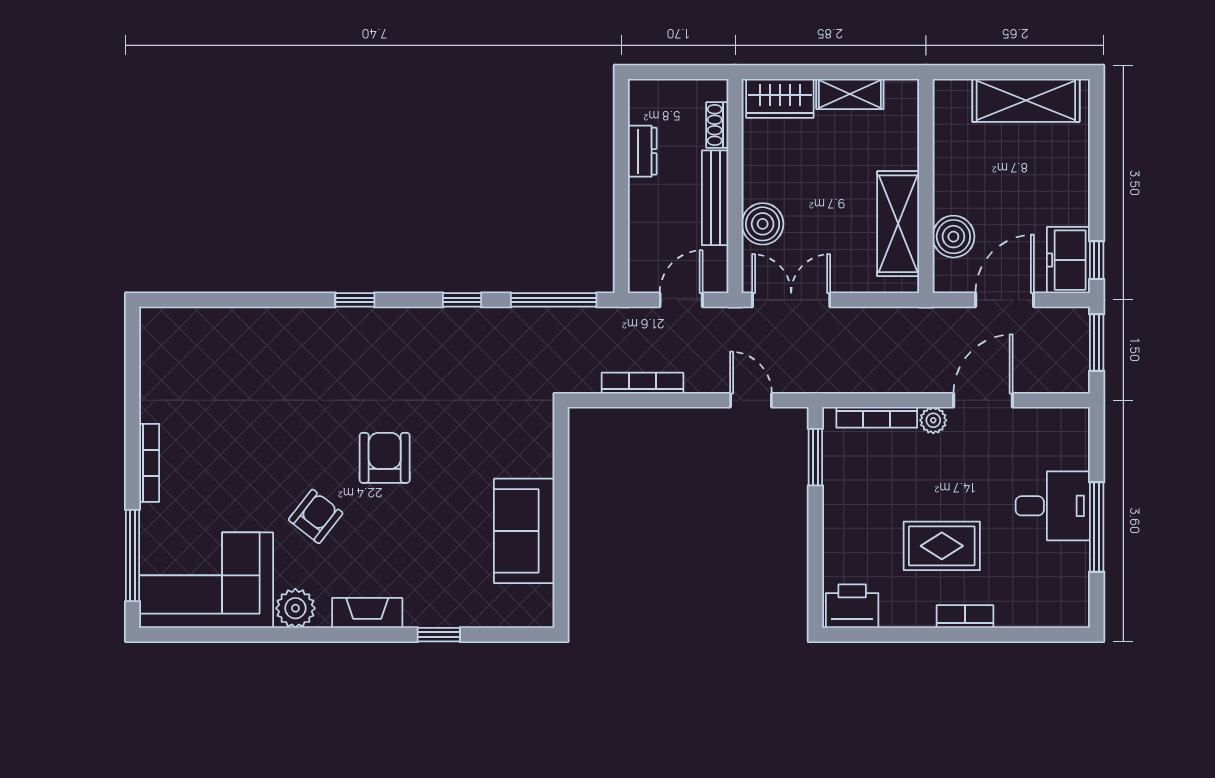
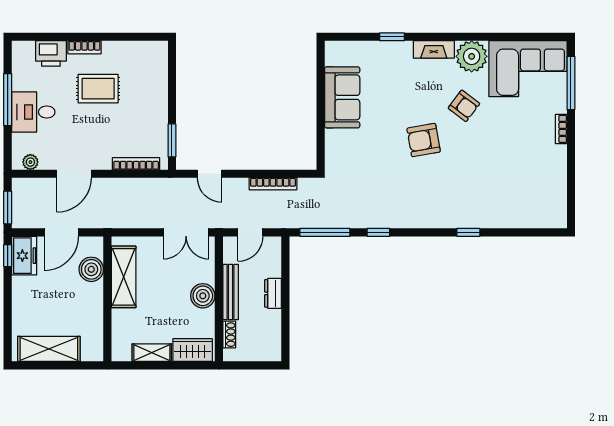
dresser: (642, 151) -> (273, 293), moved
boiler: (763, 224) -> (203, 296), moved
window: (355, 300) -> (468, 232), moved
plant: (933, 420) -> (30, 162), moved
armchair: (385, 458) -> (424, 140), turned 80
bookcase: (149, 463) -> (561, 129), width x0.64
armchair: (316, 516) -> (464, 106), turned -91
printer: (852, 606) -> (51, 53), moved
plant: (295, 608) -> (472, 56), width x1.36, depth x1.36

